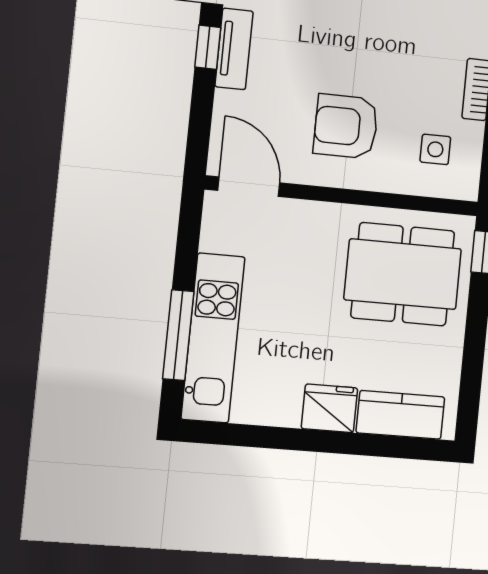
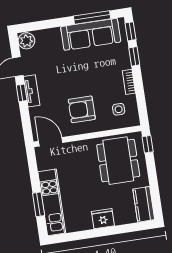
dining table: (403, 274) -> (118, 161), turned 90
window: (178, 335) -> (39, 204), width x0.69
kitchen counter: (400, 415) -> (144, 204), moved, turned -90

